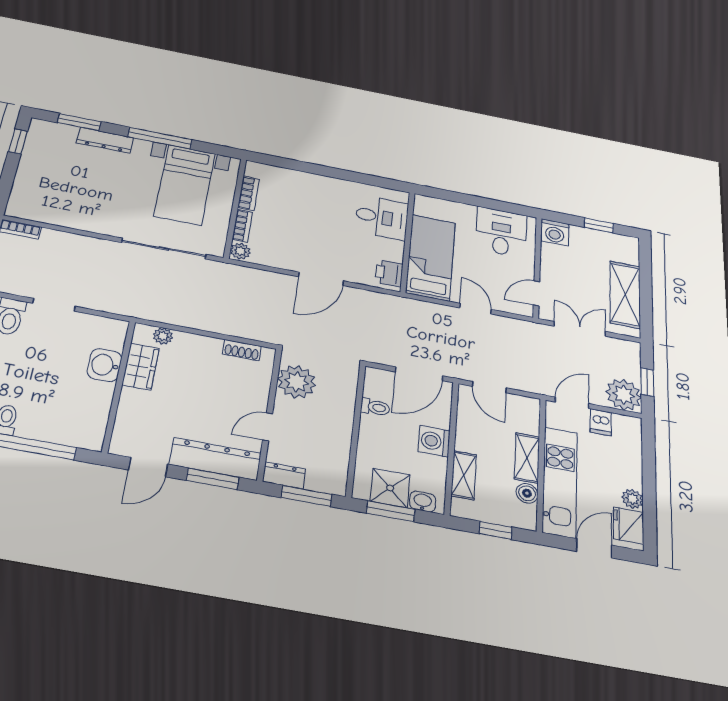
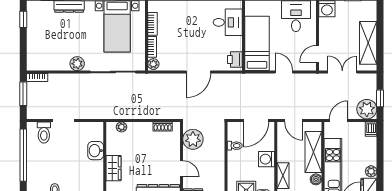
plant: (100, 223) -> (77, 64), added
wardrobe: (141, 367) -> (113, 168), moved
dishwasher: (601, 422) -> (371, 129), moved
door: (268, 427) -> (181, 169), swing flipped
shelving: (527, 458) -> (313, 152), width x1.50, depth x1.33

